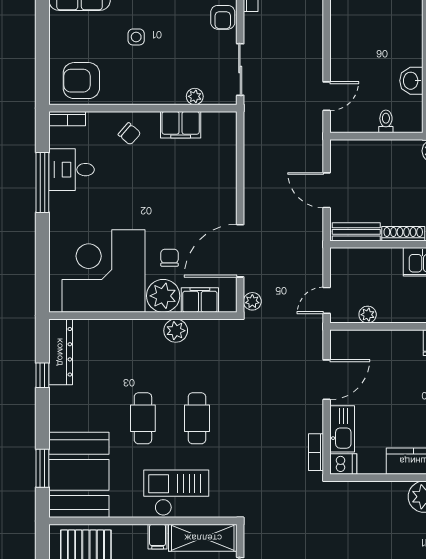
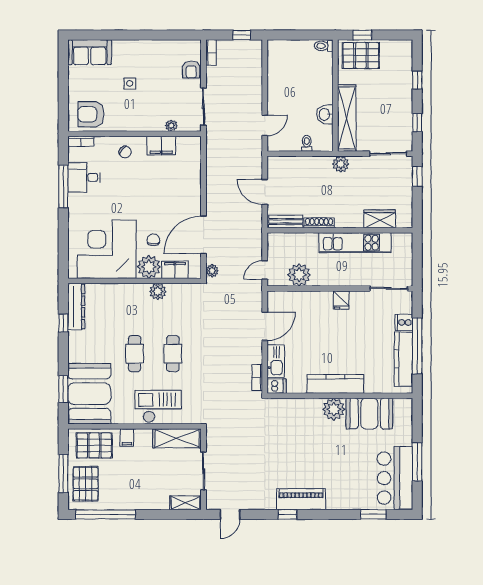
plant: (368, 315) -> (299, 275), width x1.88, depth x1.88
filing cabinet: (158, 537) -> (127, 438), moved

